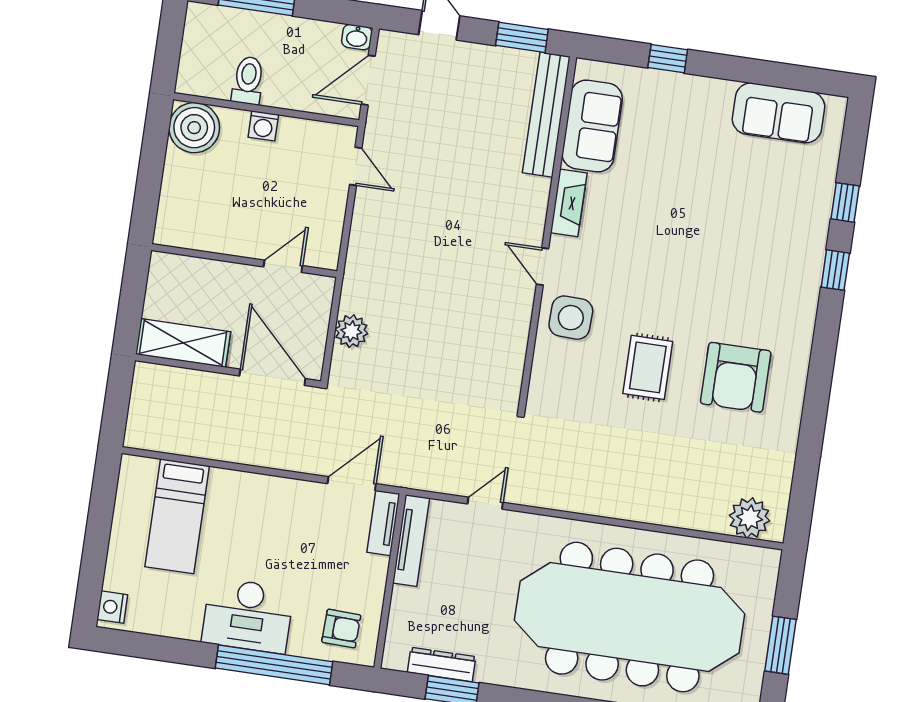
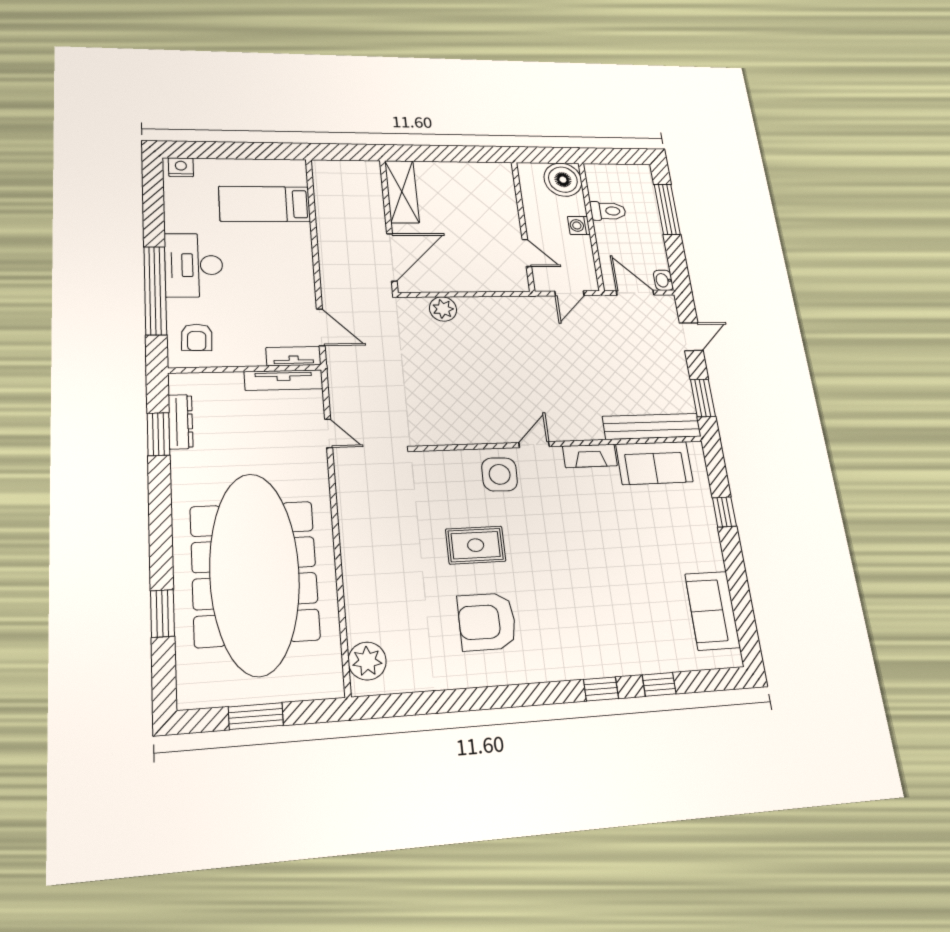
wall: (244, 261) -> (523, 226), moved
door: (283, 266) -> (527, 253), moved

